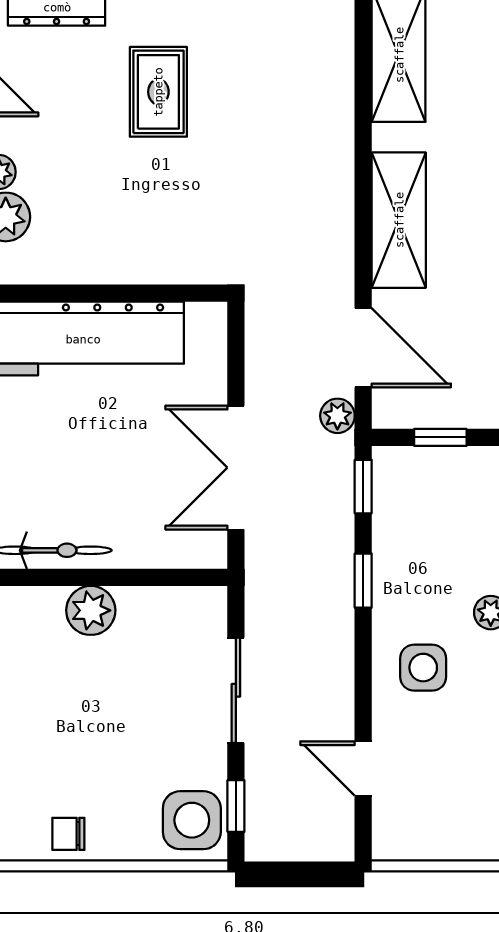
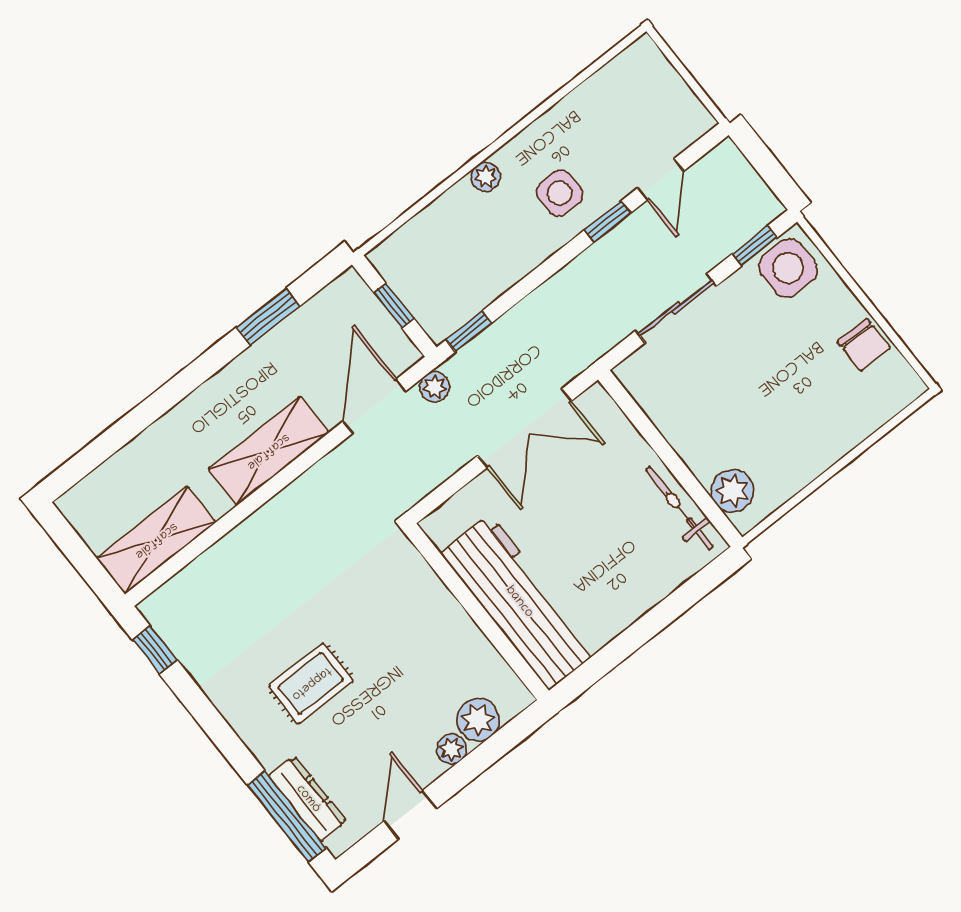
window: (363, 581) -> (608, 221), moved
plant: (91, 610) -> (732, 491), moved
chair: (68, 834) -> (864, 345), width x1.37, depth x1.37

